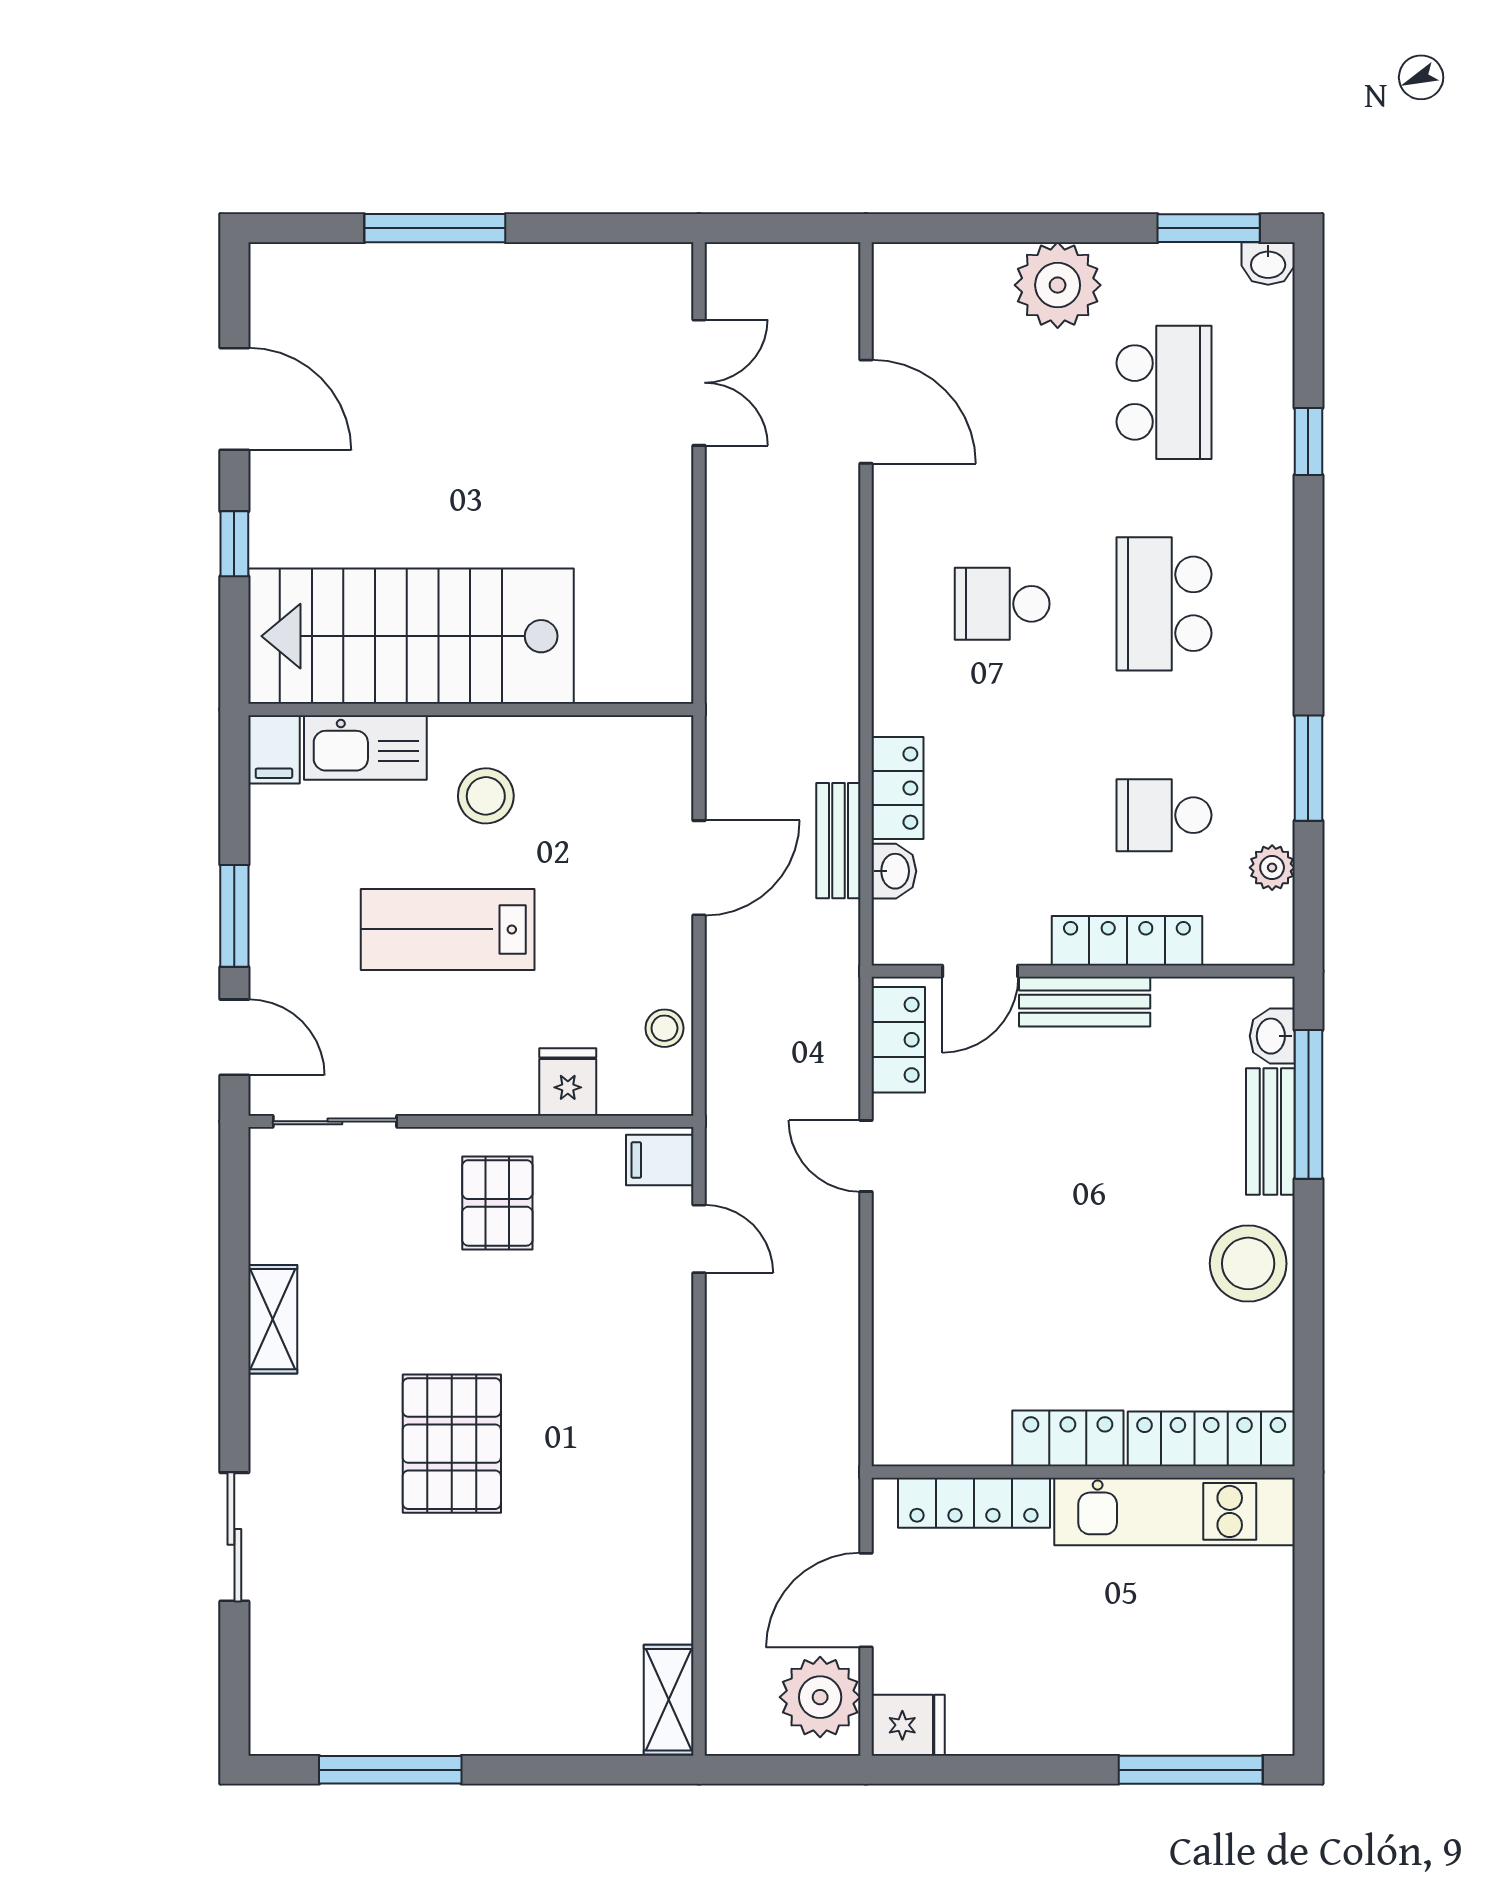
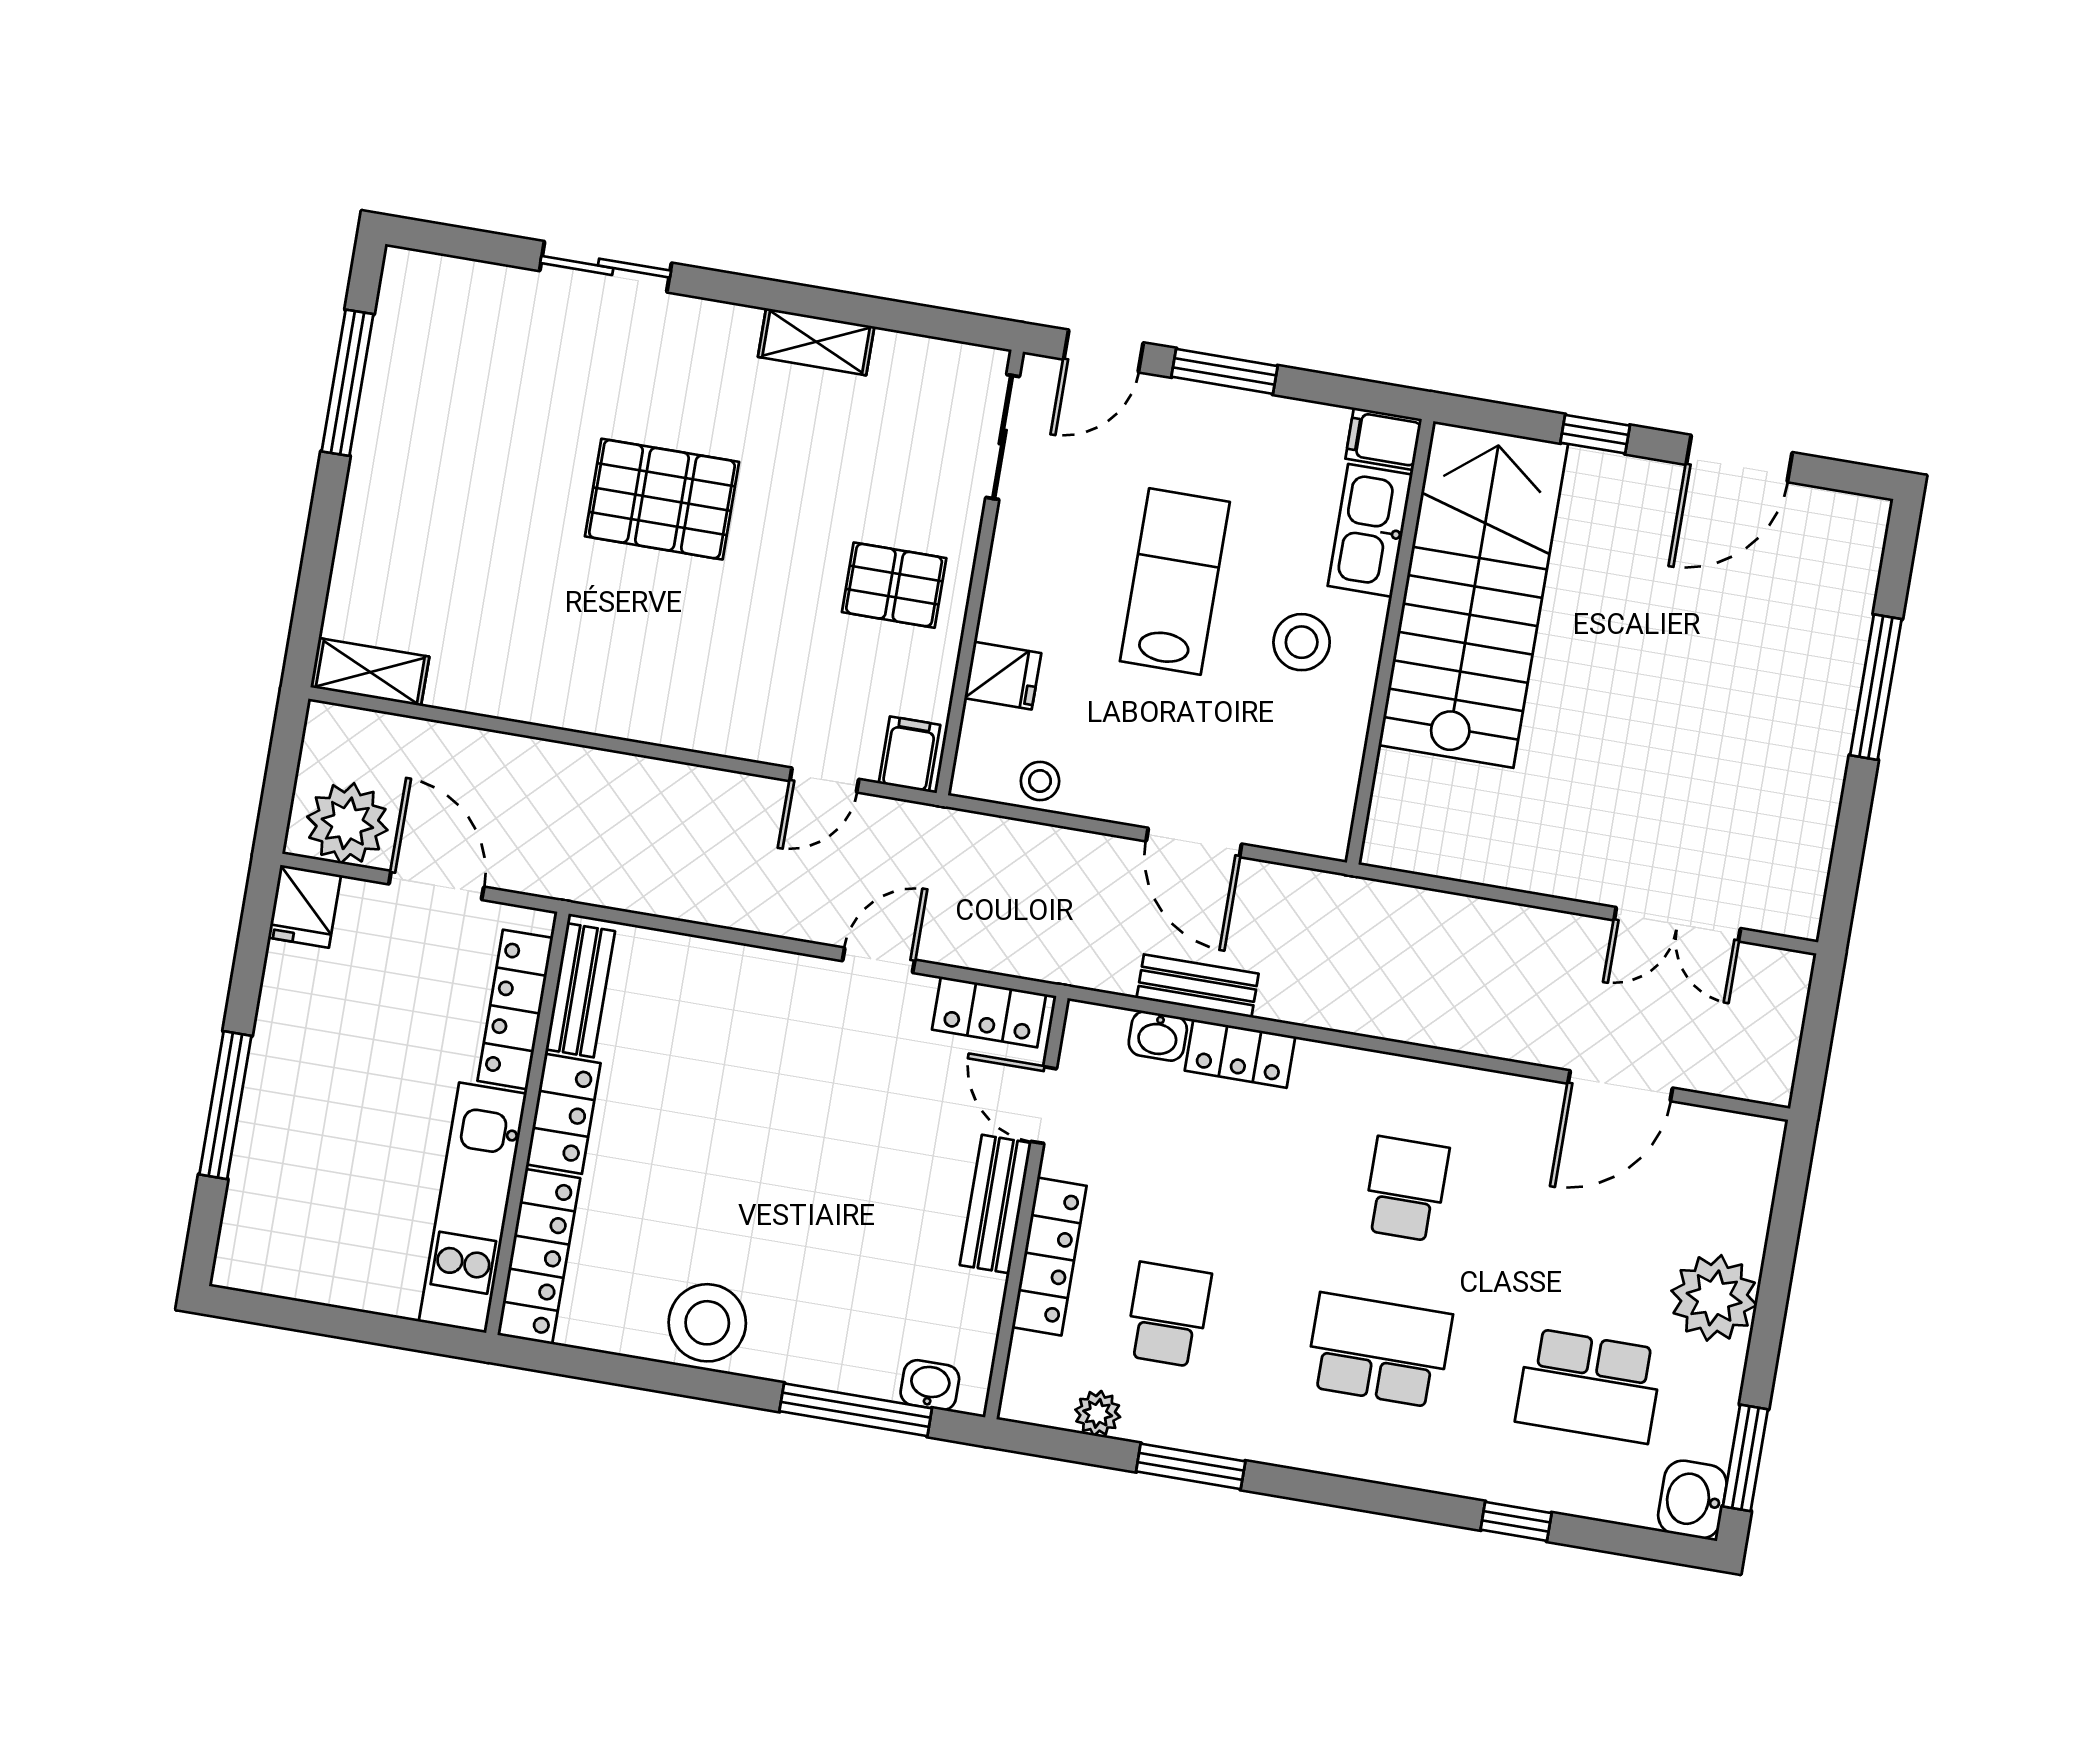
washbasin: (1268, 263) -> (1692, 1499), width x1.38, depth x1.45
bench: (1270, 1131) -> (580, 990), moved, turned 90
window: (1191, 1770) -> (225, 1105), moved

